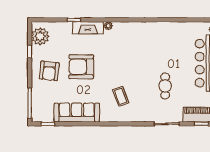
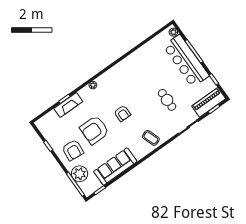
fireplace: (88, 28) -> (68, 105), moved
plant: (40, 36) -> (80, 174), moved
armchair: (117, 70) -> (122, 113), added
coffee table: (121, 96) -> (151, 138), moved

